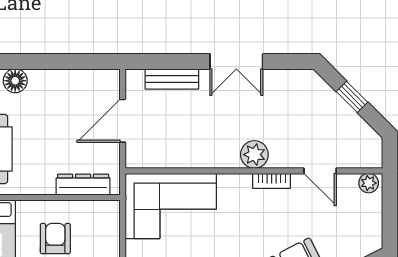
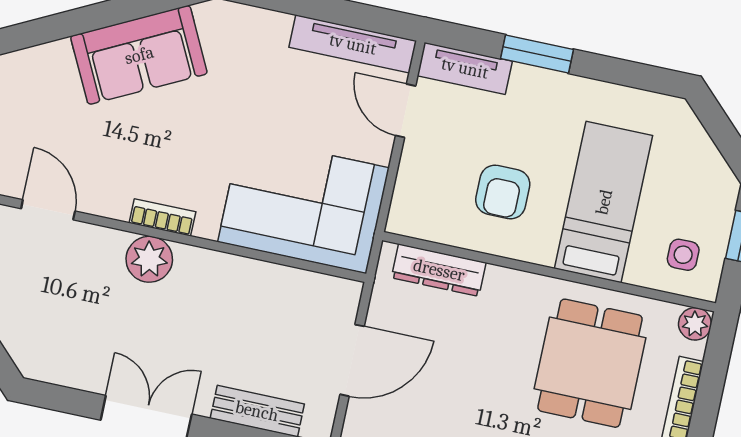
bookcase: (272, 181) -> (162, 217), moved

